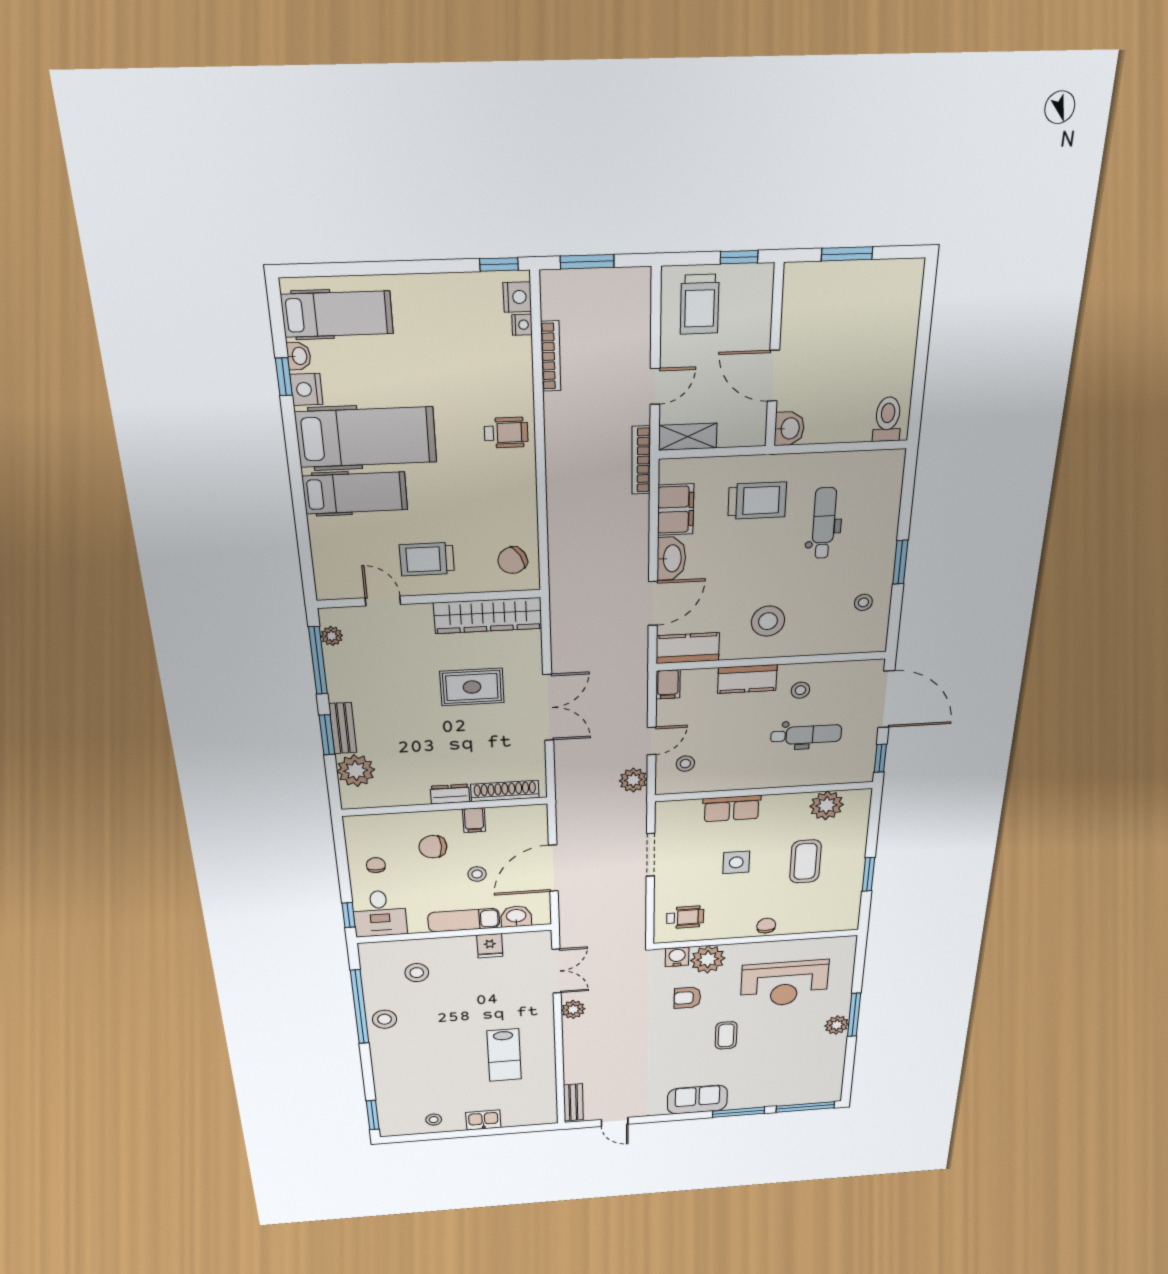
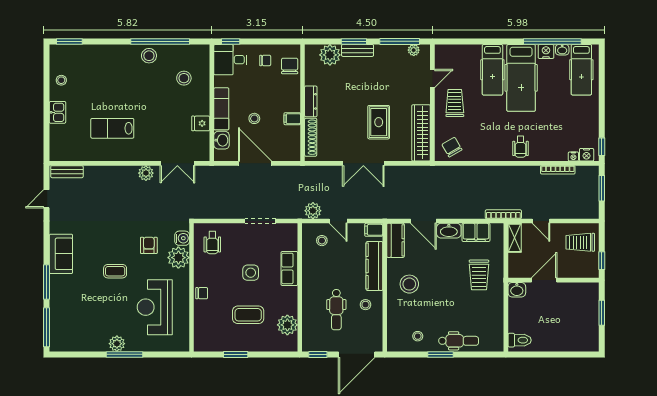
window: (284, 377) -> (552, 41), width x3.17
dental chair: (824, 523) -> (459, 341), moved
kitchen counter: (747, 679) -> (374, 266), width x1.50
dresser: (450, 794) -> (311, 101), width x1.44
chair: (433, 847) -> (290, 66), moved

